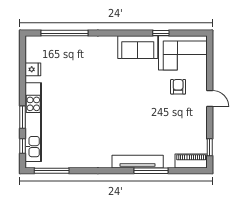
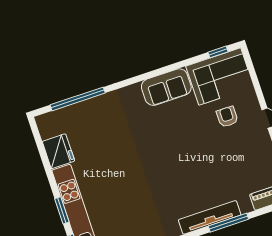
window: (161, 33) -> (218, 52), moved
fridge: (33, 69) -> (58, 151), width x1.88, depth x1.34

